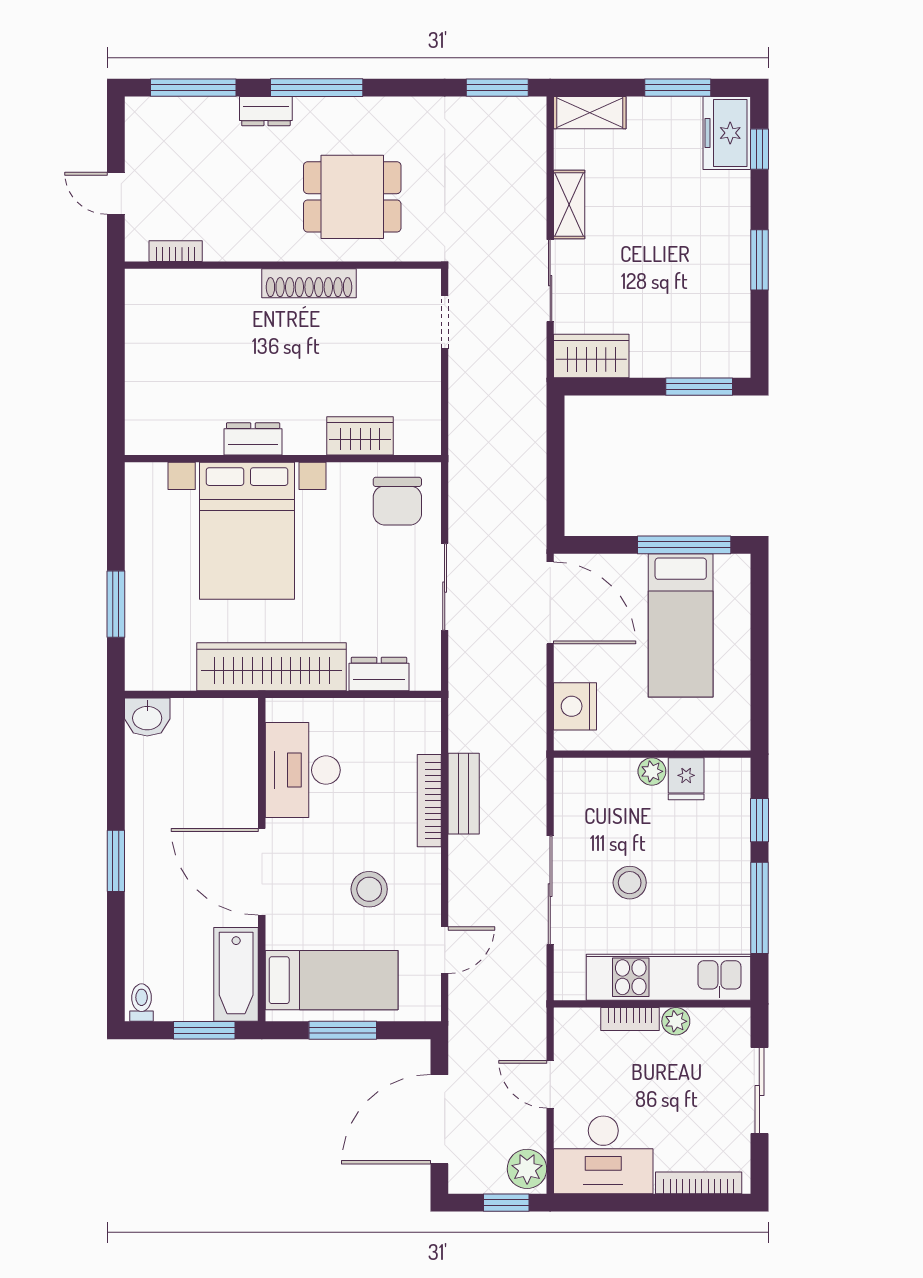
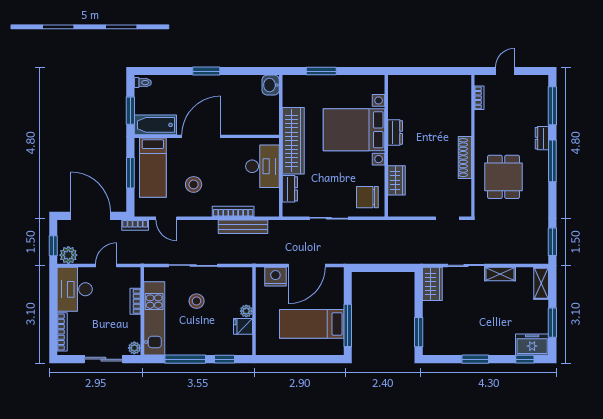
door: (550, 603) -> (307, 265), moved
desk: (303, 770) -> (262, 166), moved, turned 90
bench: (464, 794) -> (243, 227), width x1.36
bookcase: (460, 1020) -> (135, 225), added
plant: (676, 1021) -> (134, 348), moved

